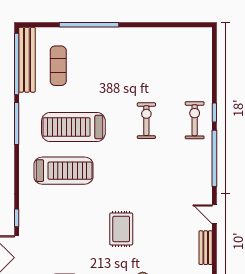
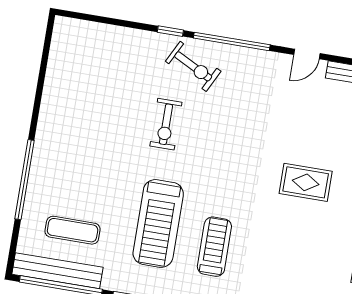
exercise bike: (195, 120) -> (193, 66), moved, turned -153
exercise bike: (146, 121) -> (166, 124), turned -90
treadmill: (63, 171) -> (214, 247), width x0.73, depth x0.73

